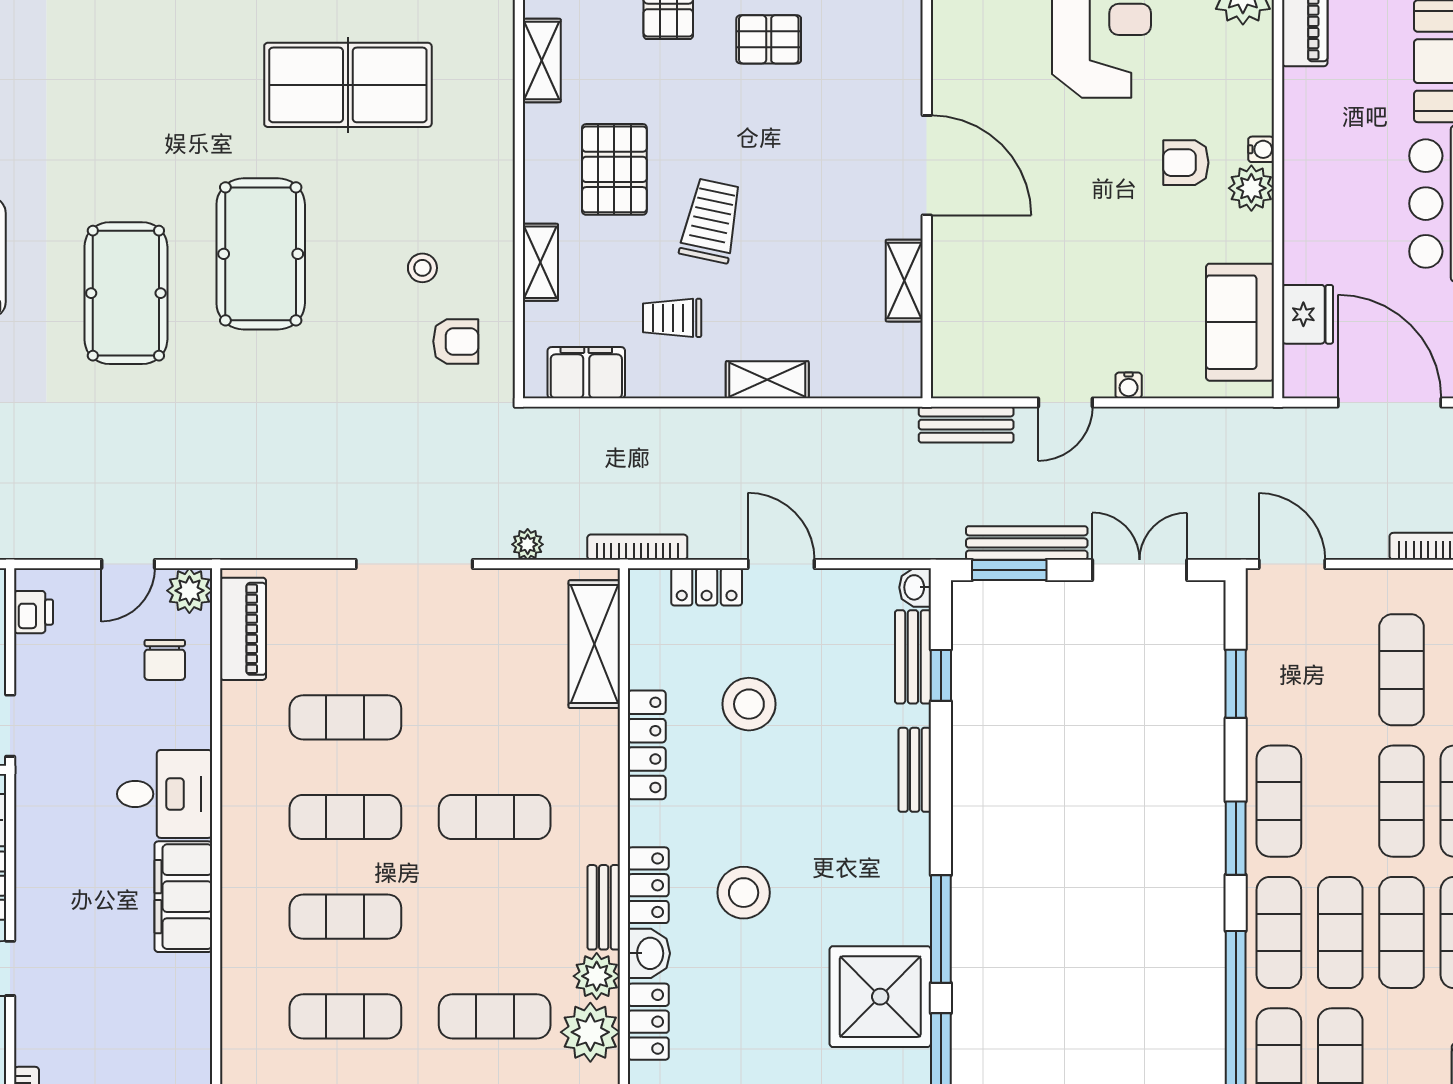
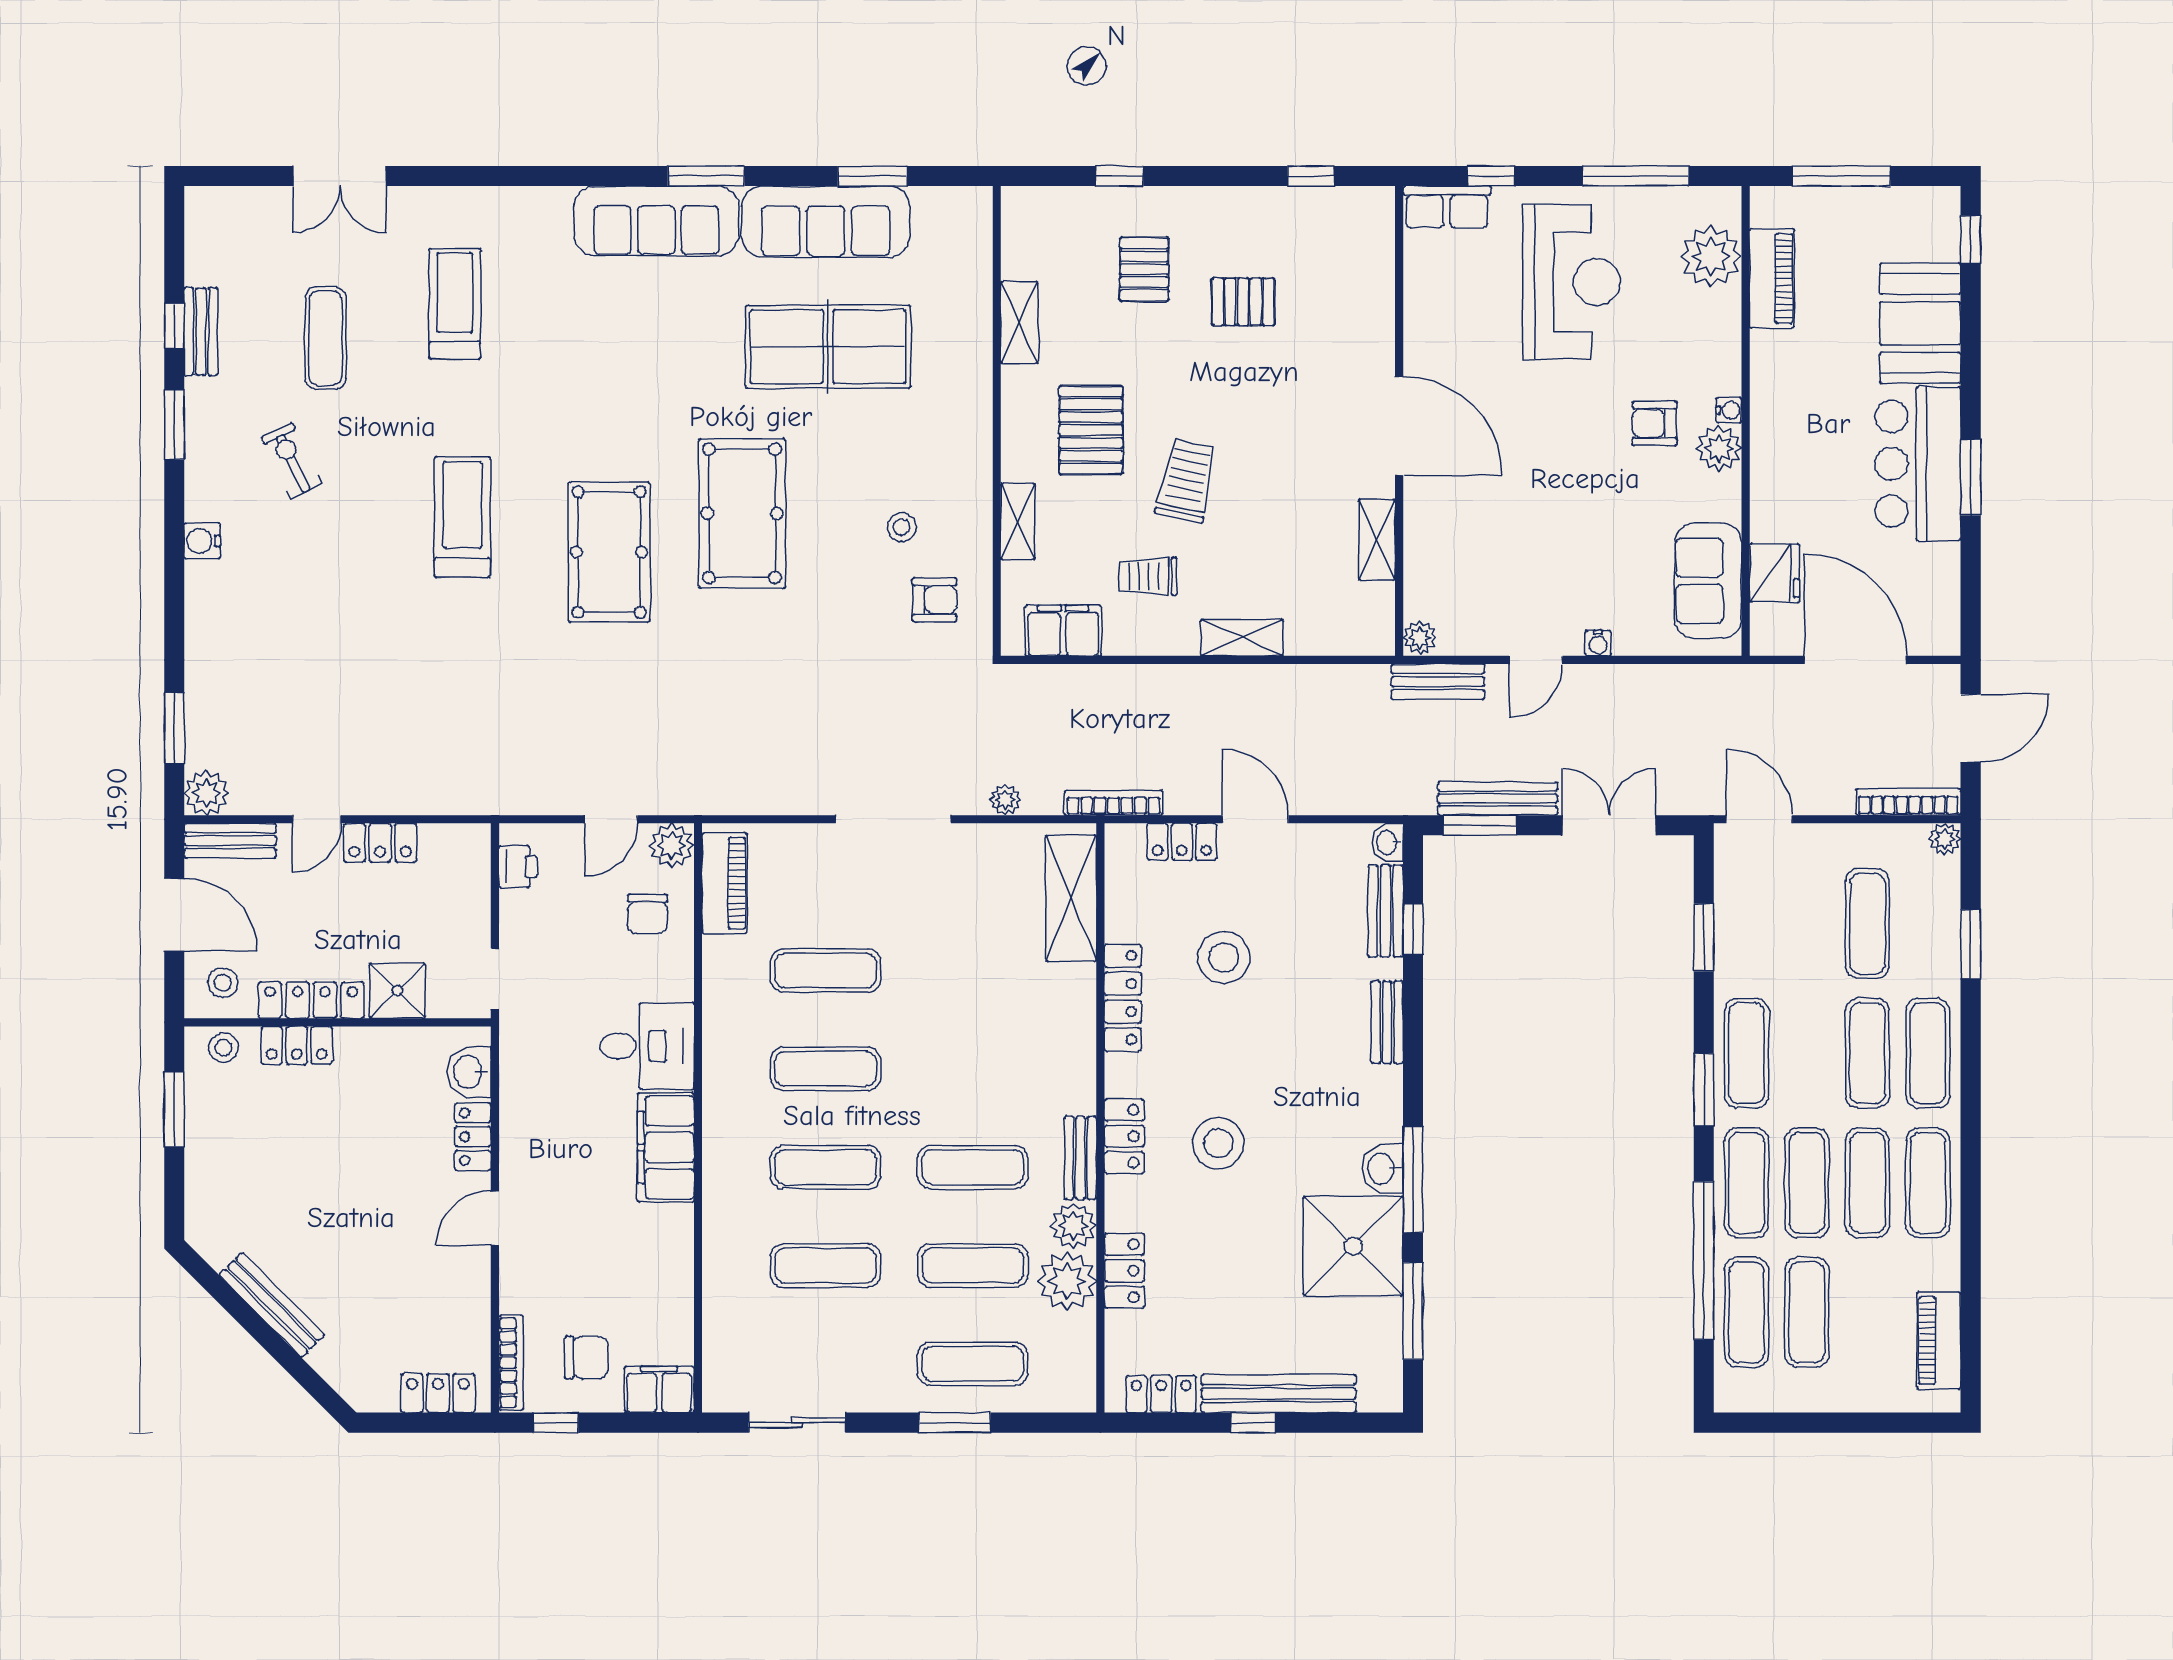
plant: (948, 380) -> (1420, 638), added
exercise mat: (495, 817) -> (973, 1167), moved
washbasin: (649, 953) -> (1382, 1169), moved, turned 180

